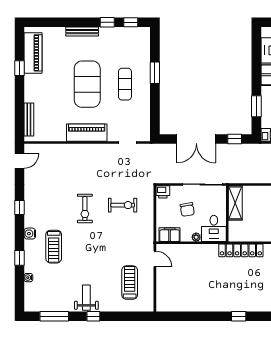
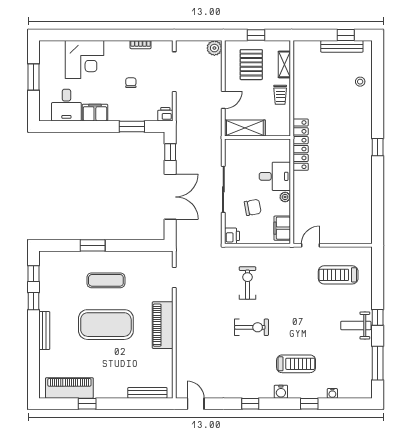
shelving: (235, 203) -> (245, 128), moved
wall: (227, 214) -> (257, 137), moved

